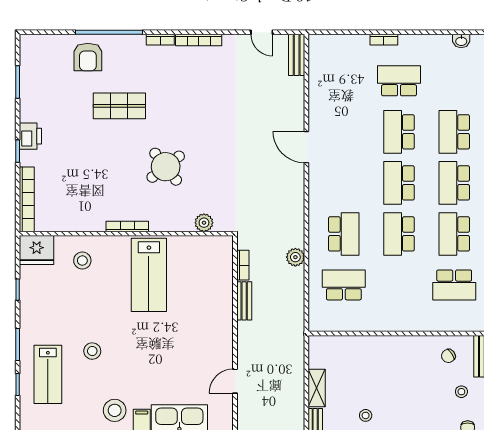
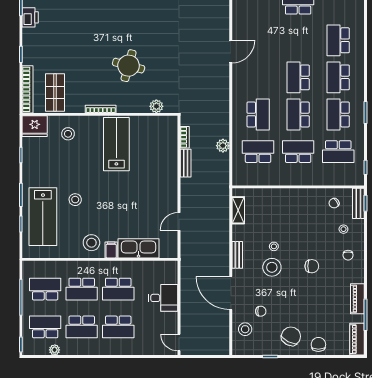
shop shelf: (119, 106) -> (55, 92), moved, turned 90
school desk: (399, 132) -> (298, 152), moved, turned 90
printer: (30, 136) -> (30, 17), moved
door: (306, 147) -> (231, 51), swing flipped
round table: (166, 167) -> (129, 66), turned -37
plant: (295, 257) -> (223, 146), moved
lab bench: (149, 275) -> (116, 144), turned 180
lab bench: (48, 374) -> (43, 217), width x1.36, depth x1.39
shelving: (317, 388) -> (238, 210), moved

